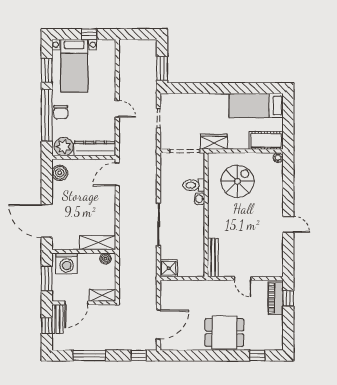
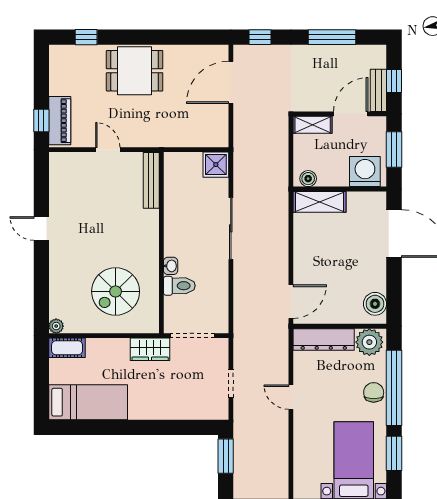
cot: (266, 140) -> (67, 348), width x0.73, depth x0.75

